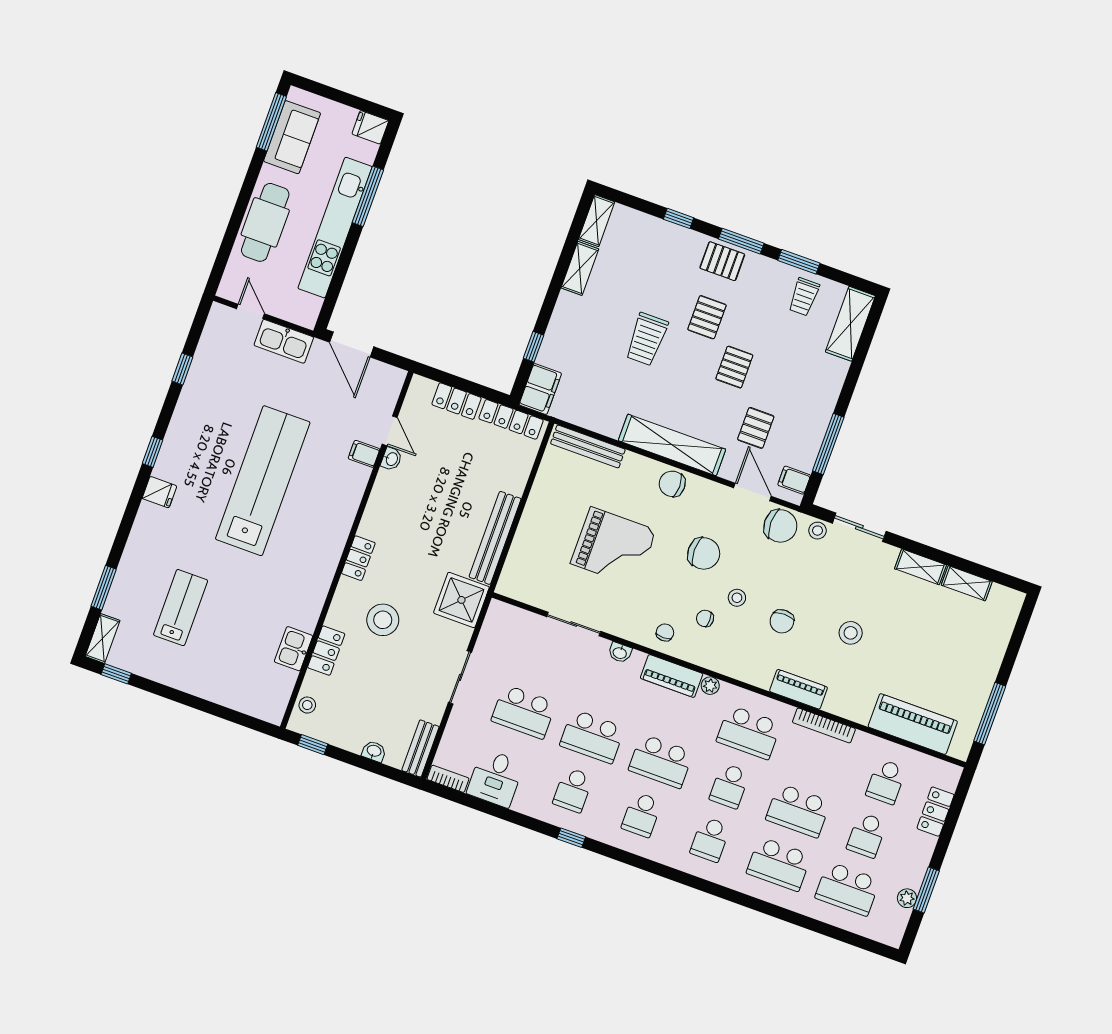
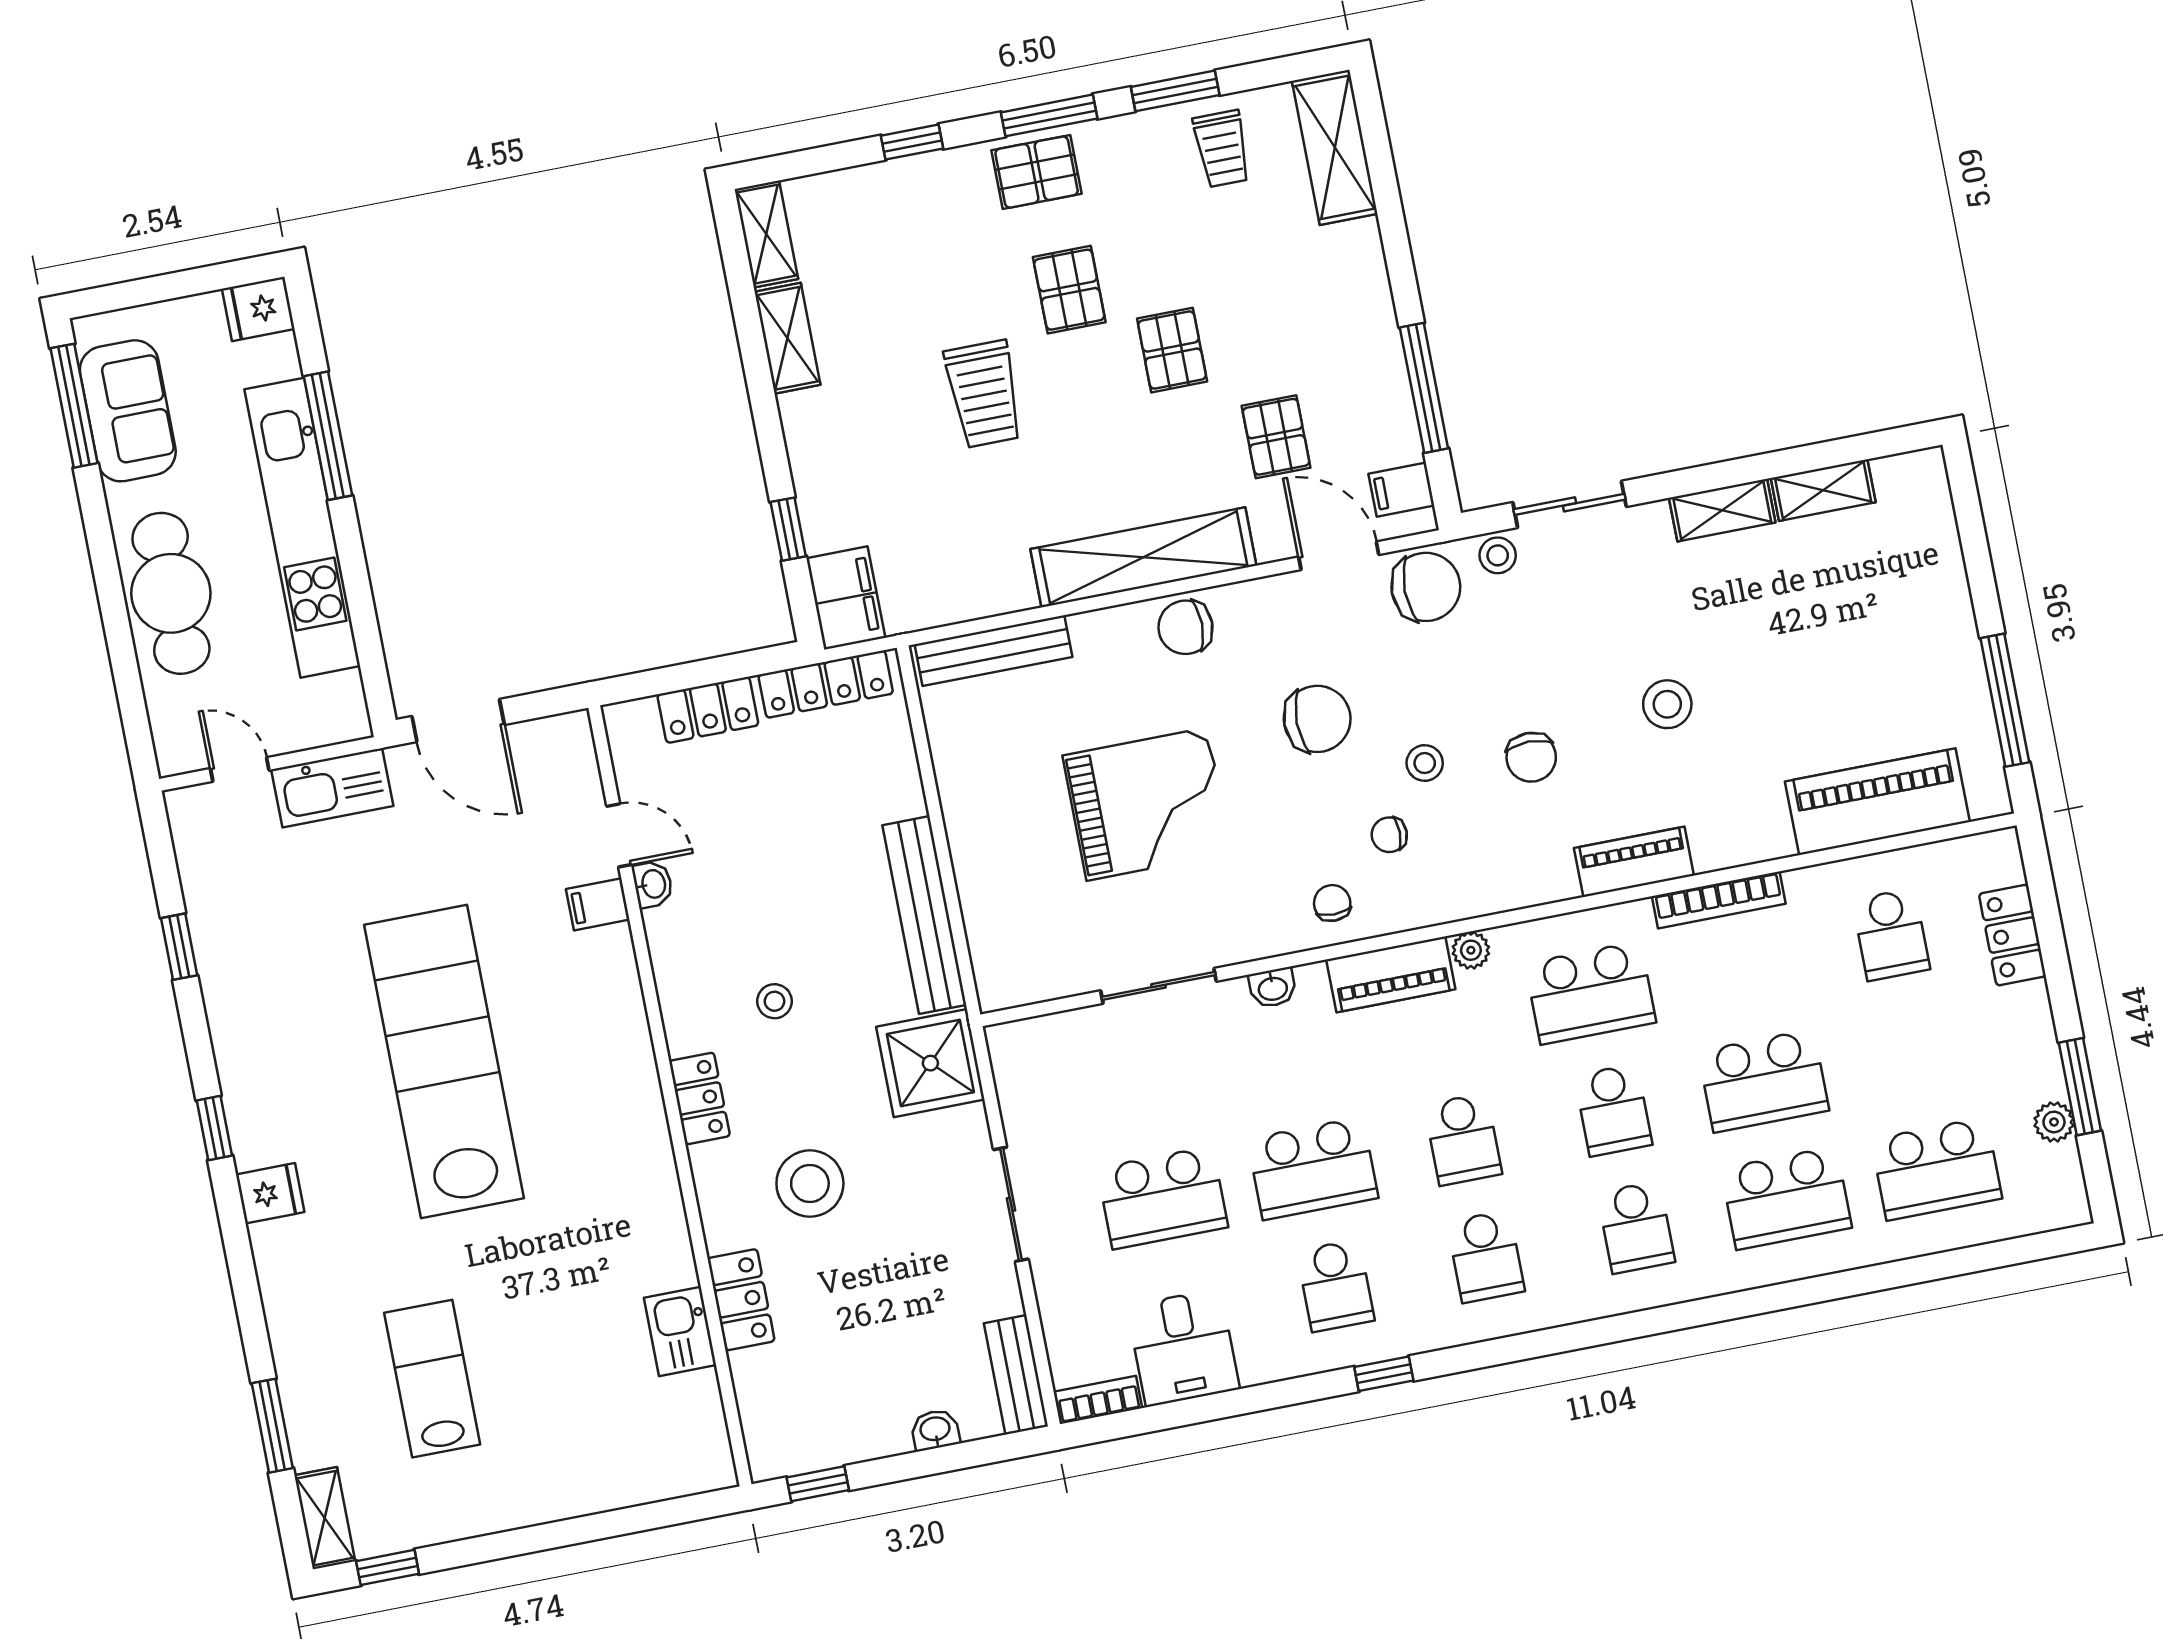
stool: (307, 705) -> (775, 1001), moved
school desk: (661, 761) -> (1463, 1139), width x0.54
school desk: (867, 835) -> (1914, 1052), removed

